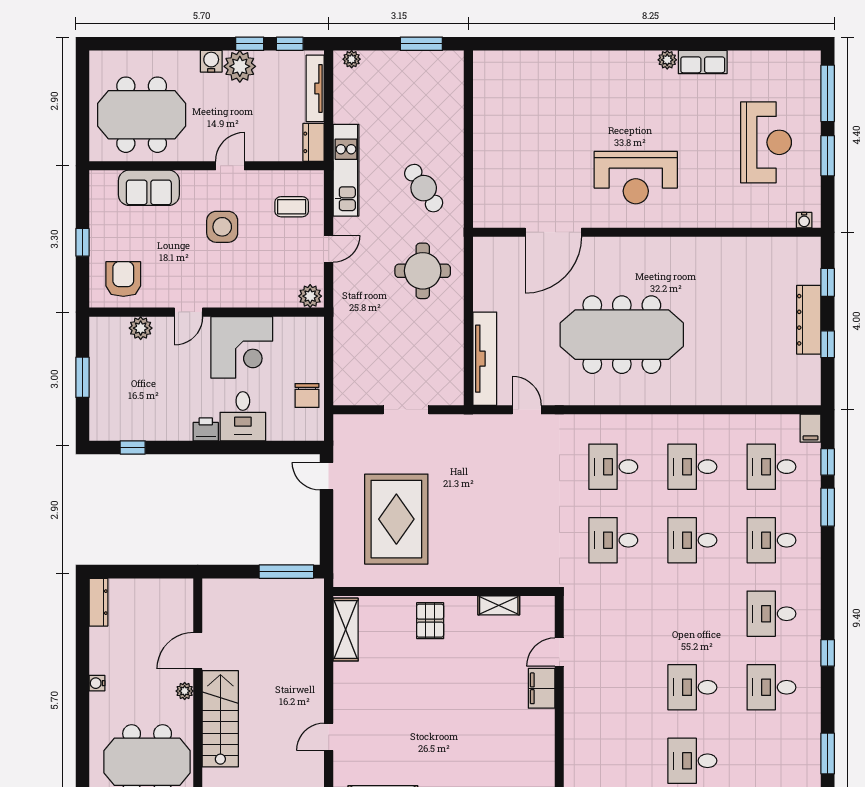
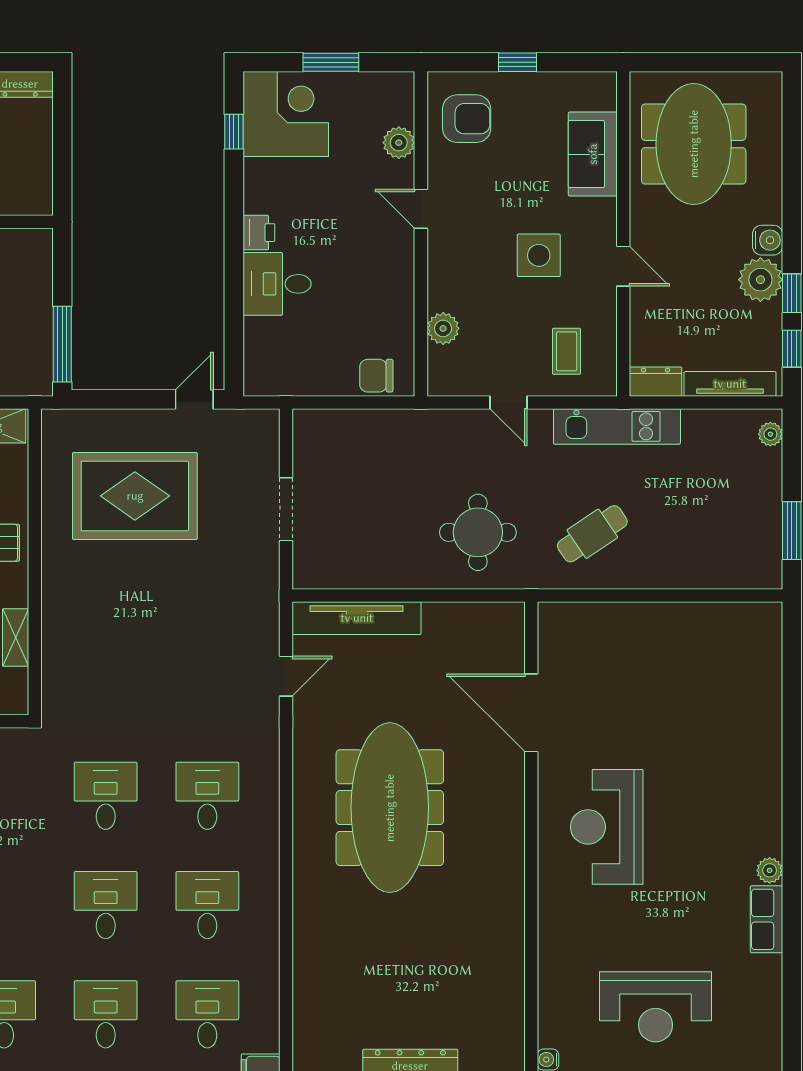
plant: (310, 296) -> (443, 328), moved
corner desk: (242, 347) -> (286, 114), moved, turned 180
chair: (307, 395) -> (376, 376), moved

